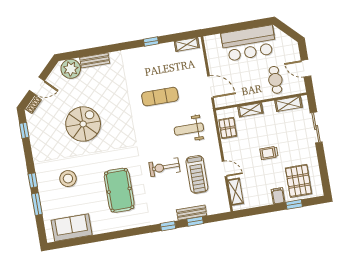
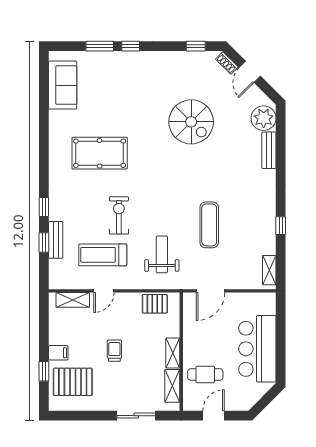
shelving: (250, 110) -> (173, 353), moved
stool: (68, 179) -> (125, 91), removed

